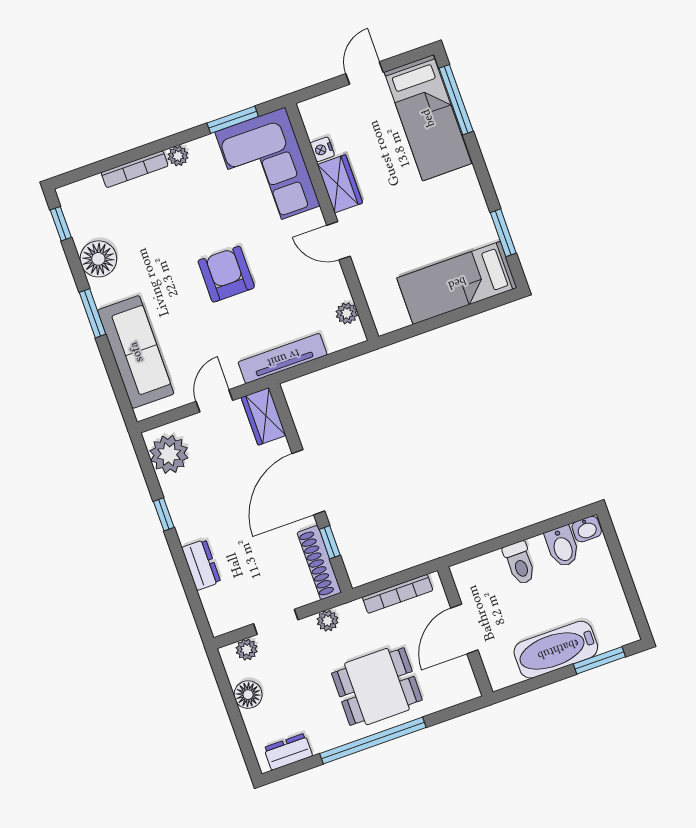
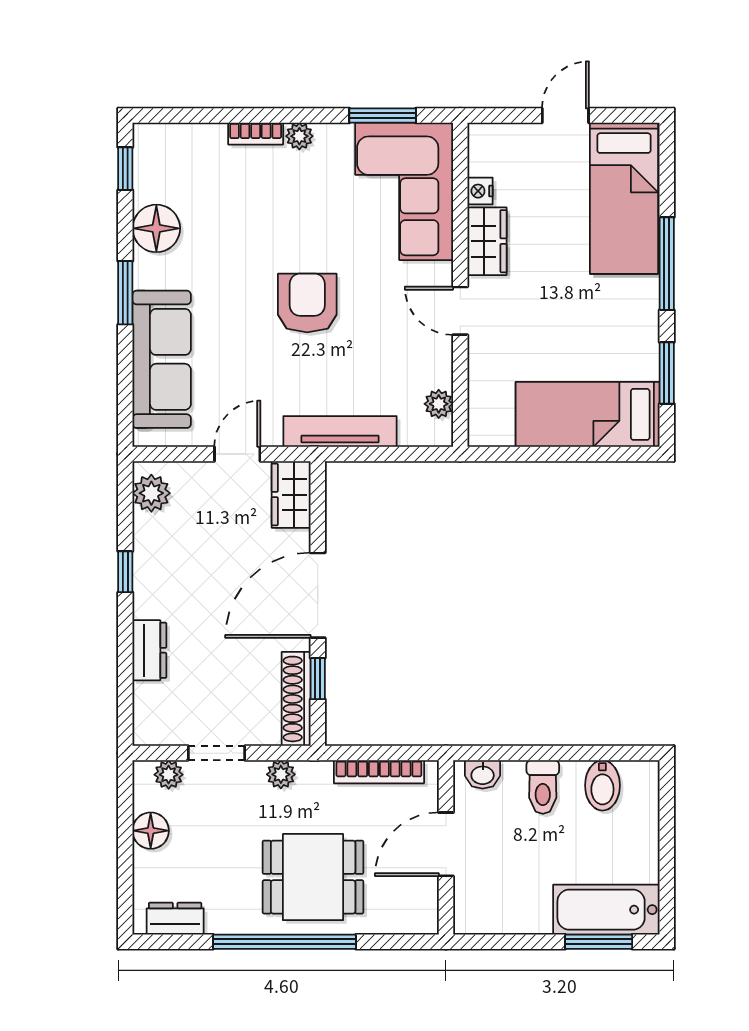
window: (456, 100) -> (667, 264), moved
bookcase: (135, 169) -> (256, 134), width x0.64
plant: (169, 454) -> (151, 493), width x0.73, depth x0.73
washbasin: (587, 529) -> (483, 774), moved
bathtub: (556, 650) -> (606, 910), moved

